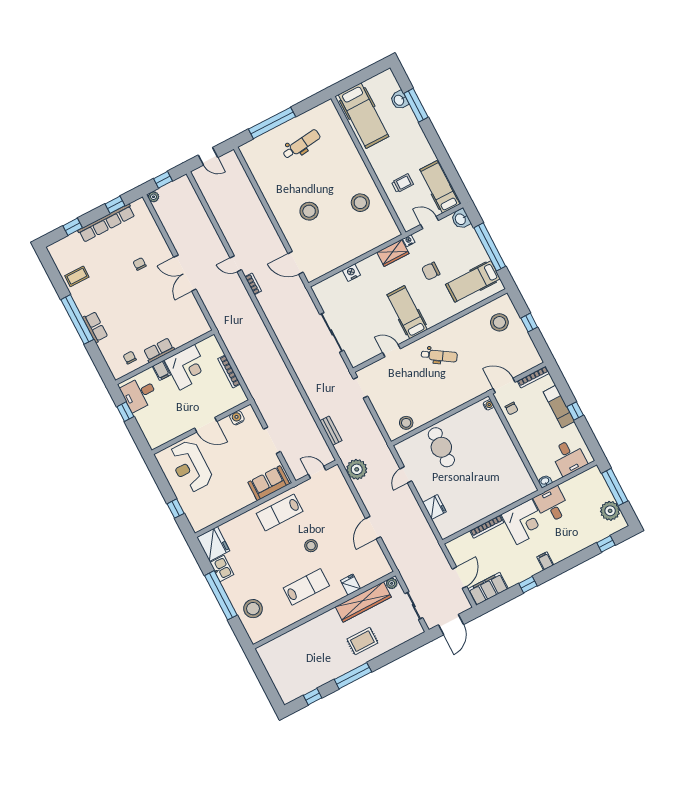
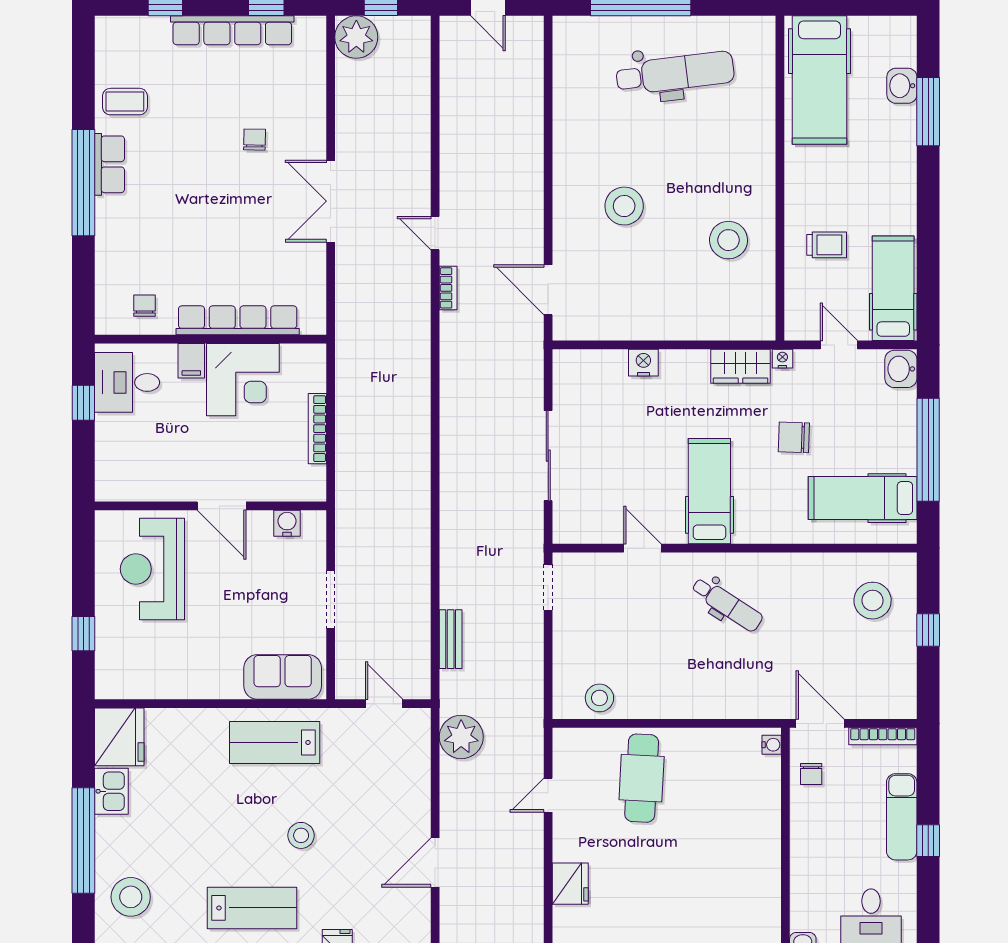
dental chair: (301, 144) -> (675, 73), width x1.36, depth x1.38
plant: (154, 197) -> (356, 37), width x1.87, depth x1.87
row of seats: (95, 327) -> (110, 164), moved
row of seats: (159, 350) -> (238, 320), width x2.02

